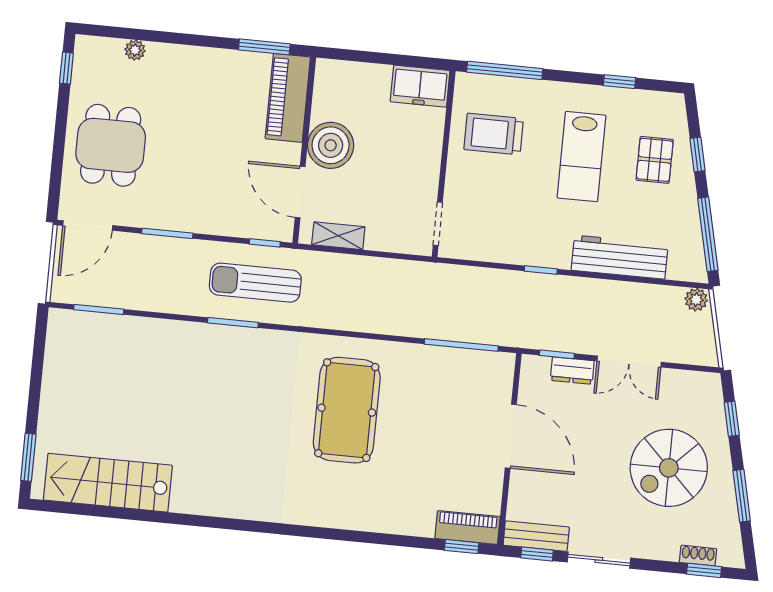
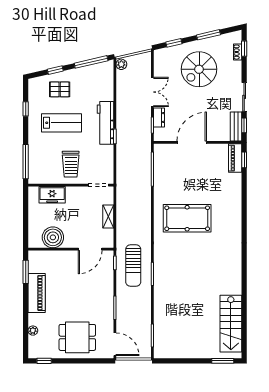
freezer: (420, 86) -> (52, 195), moved, turned 90
piano: (288, 98) -> (37, 293), moved, turned -90
trolley: (494, 134) -> (71, 164), moved
boiler: (331, 145) -> (53, 237), moved
shelving: (338, 236) -> (108, 216), moved
workbench: (620, 257) -> (105, 123), moved
spiral stairs: (669, 468) -> (199, 69), turned 90

